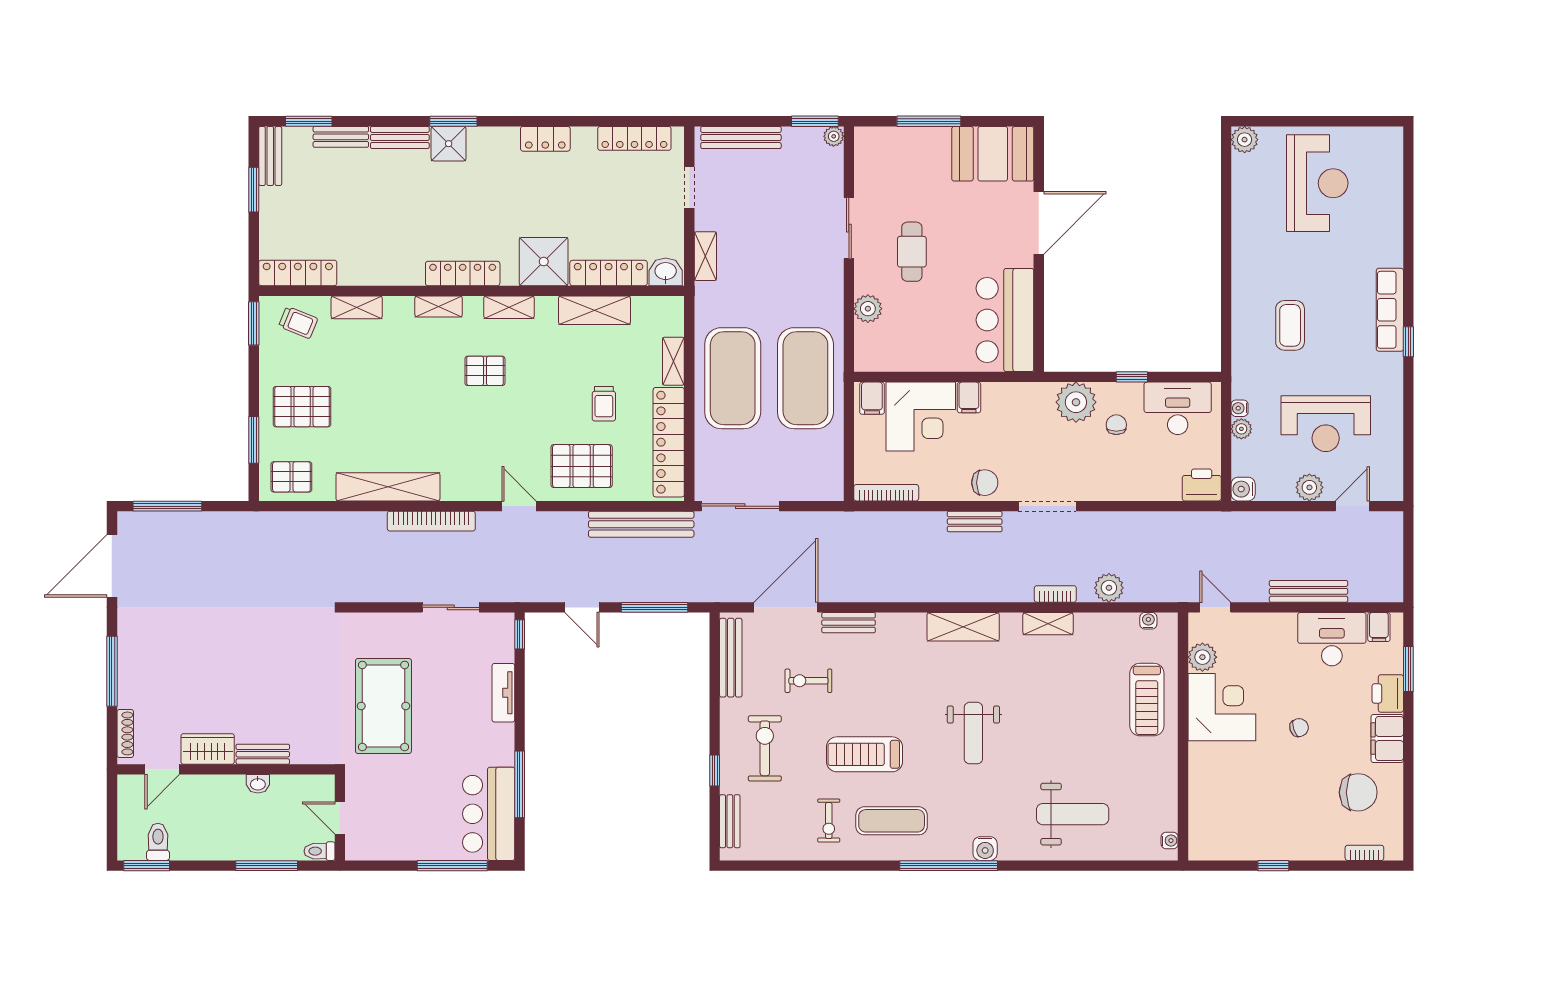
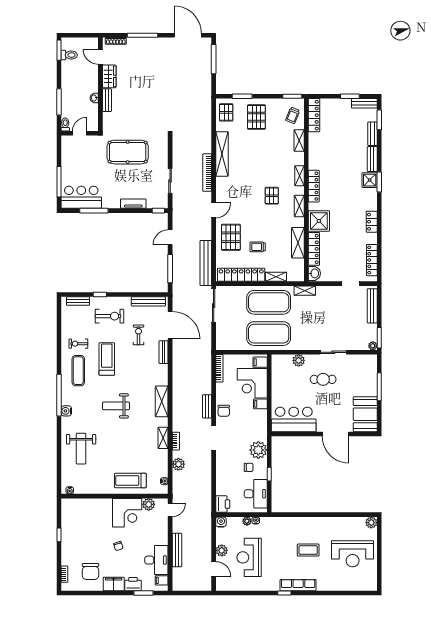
shelving: (705, 256) -> (305, 291), moved
coffee table: (1290, 325) -> (308, 550), moved

